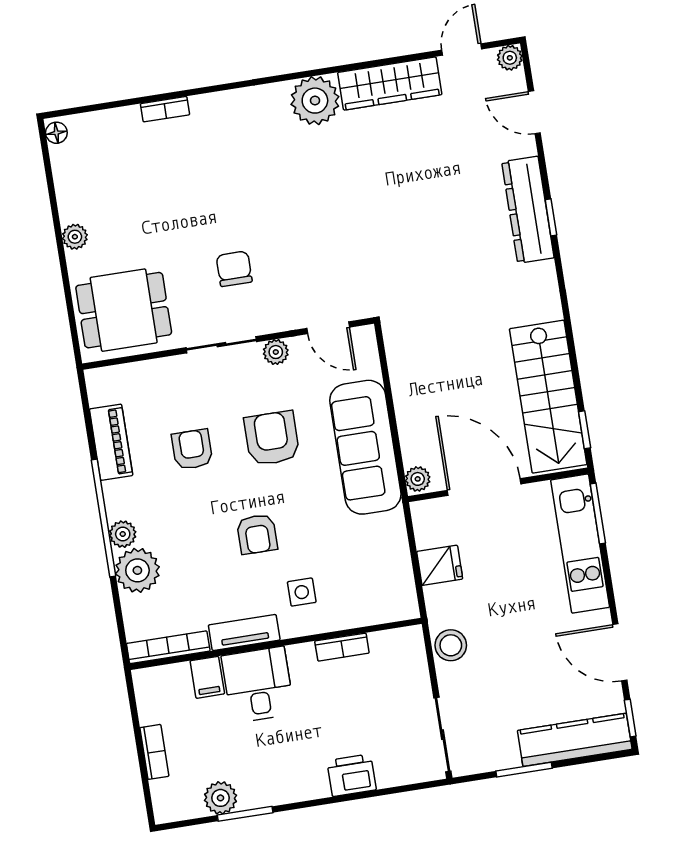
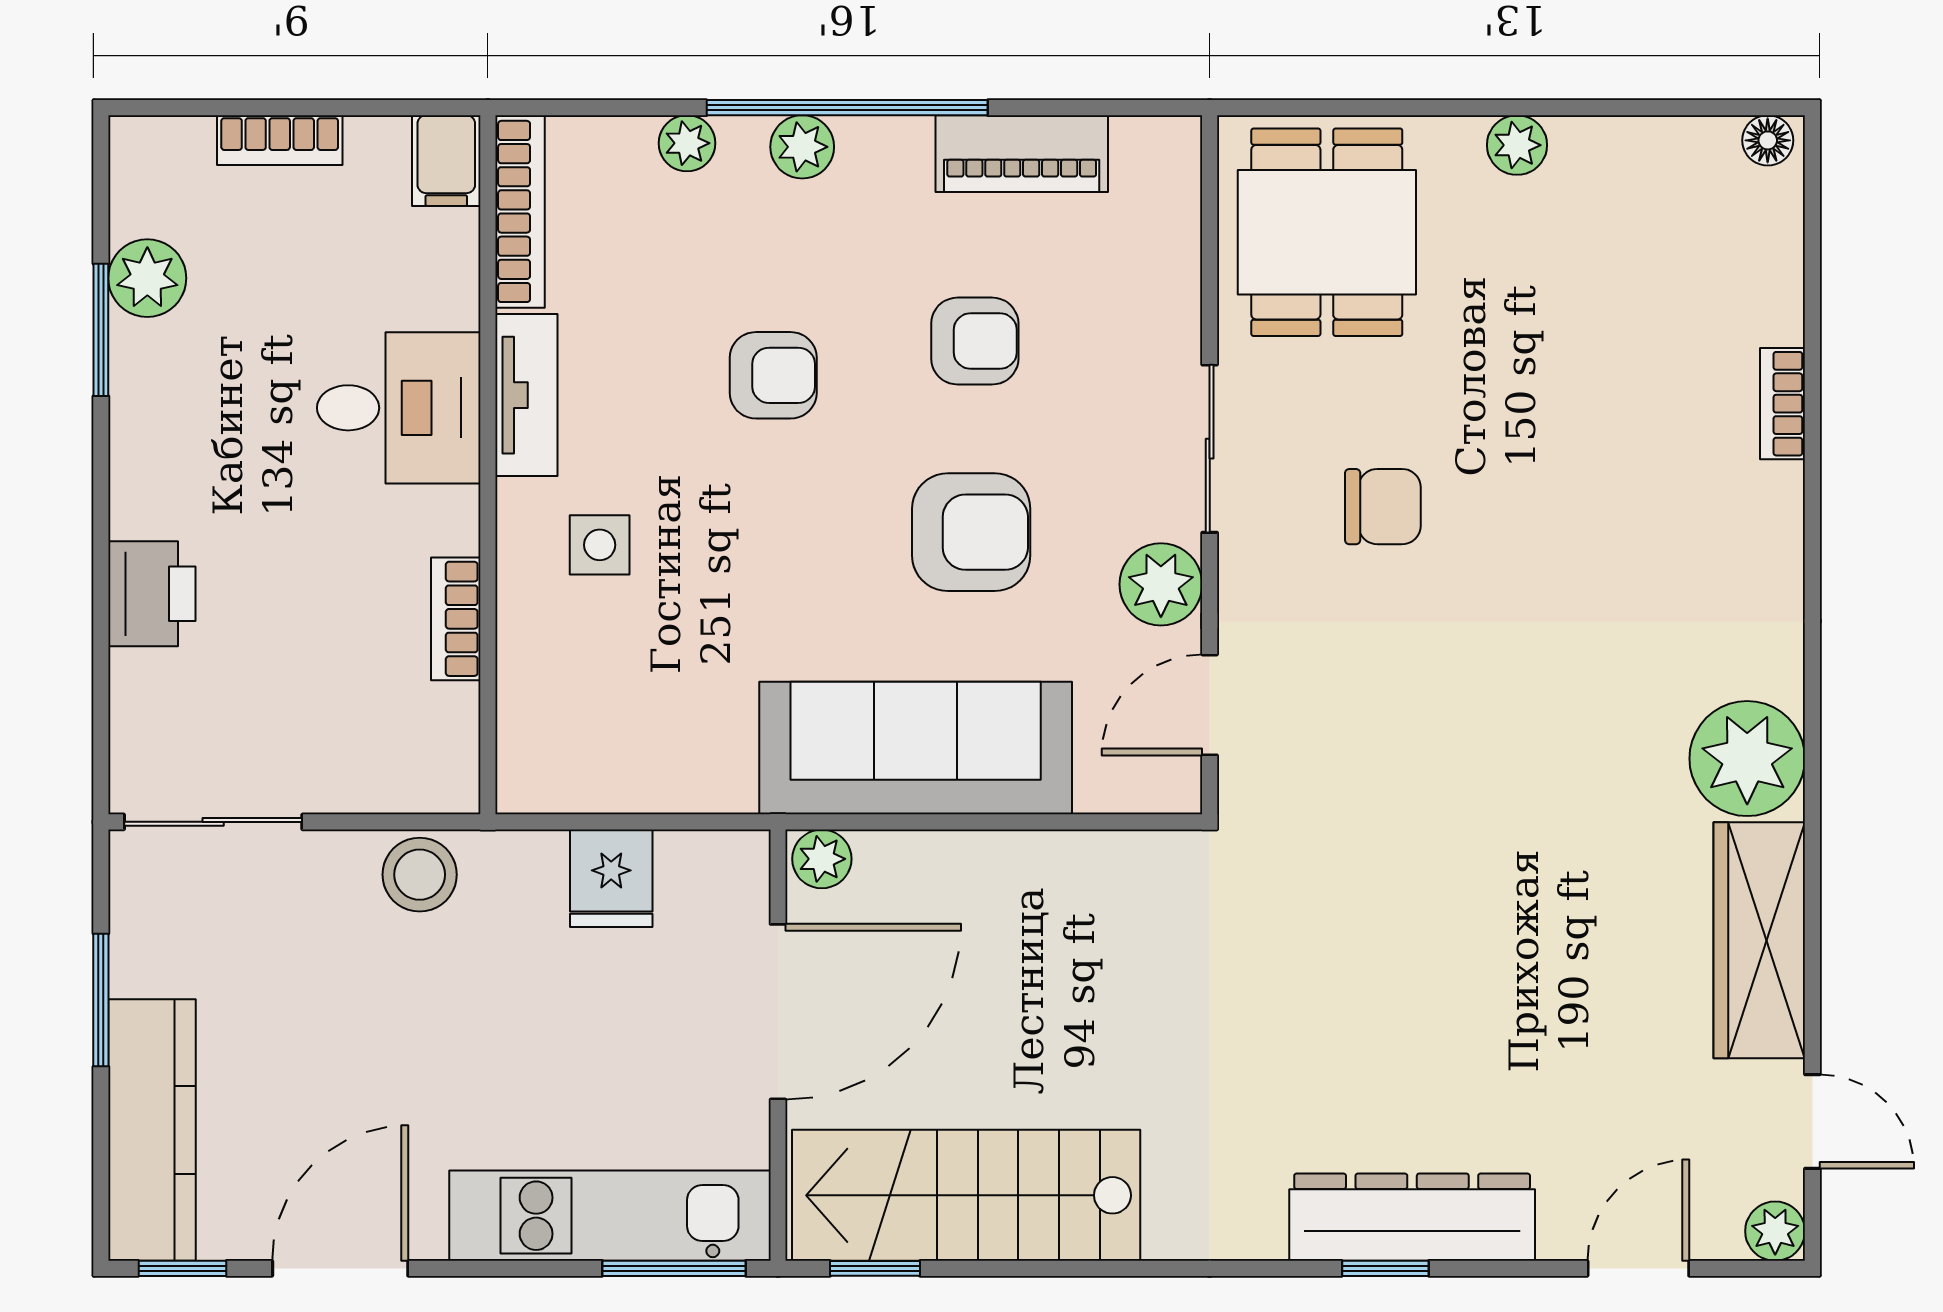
plant: (276, 352) -> (1161, 584), width x1.38, depth x1.38
armchair: (257, 534) -> (773, 375), moved, turned 180
plant: (137, 570) -> (687, 143), width x0.53, depth x0.53
filing cabinet: (207, 677) -> (446, 161), moved, turned -90

